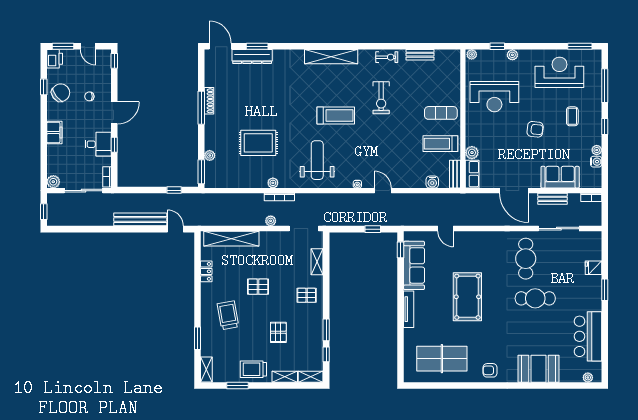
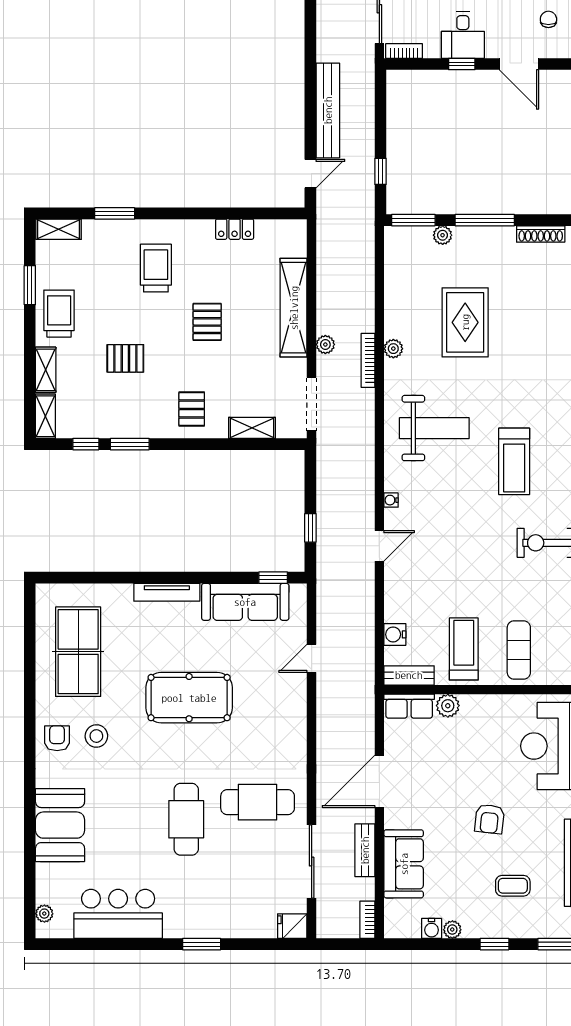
window: (201, 108) -> (485, 220), moved
shelving: (231, 239) -> (294, 308), moved
fridge: (594, 268) -> (292, 926), moved, turned -90
trolley: (228, 315) -> (156, 268), turned -80
stool: (489, 348) -> (96, 736), added

